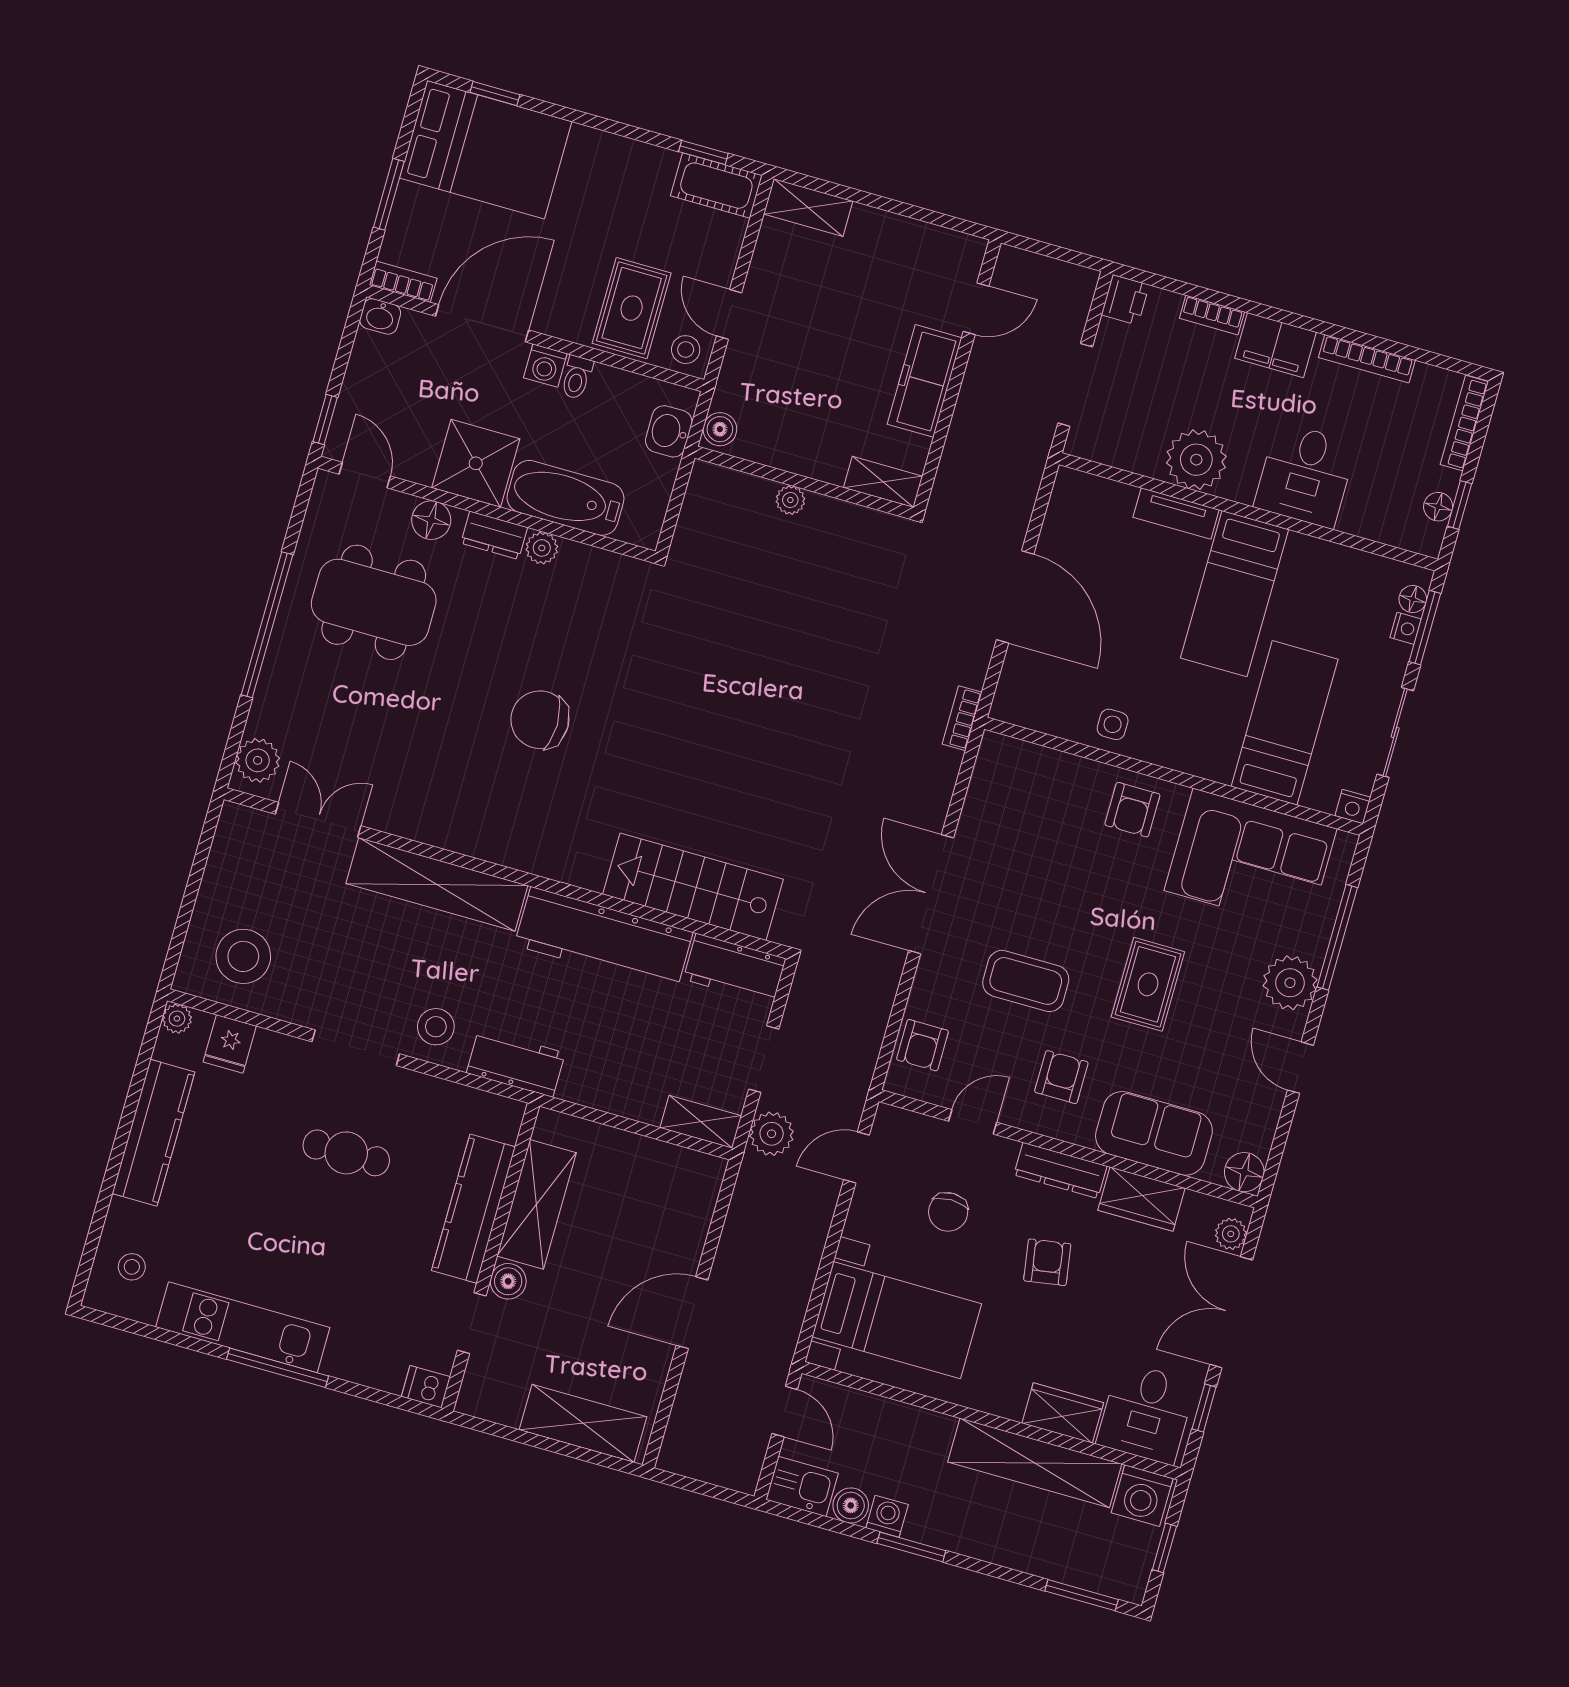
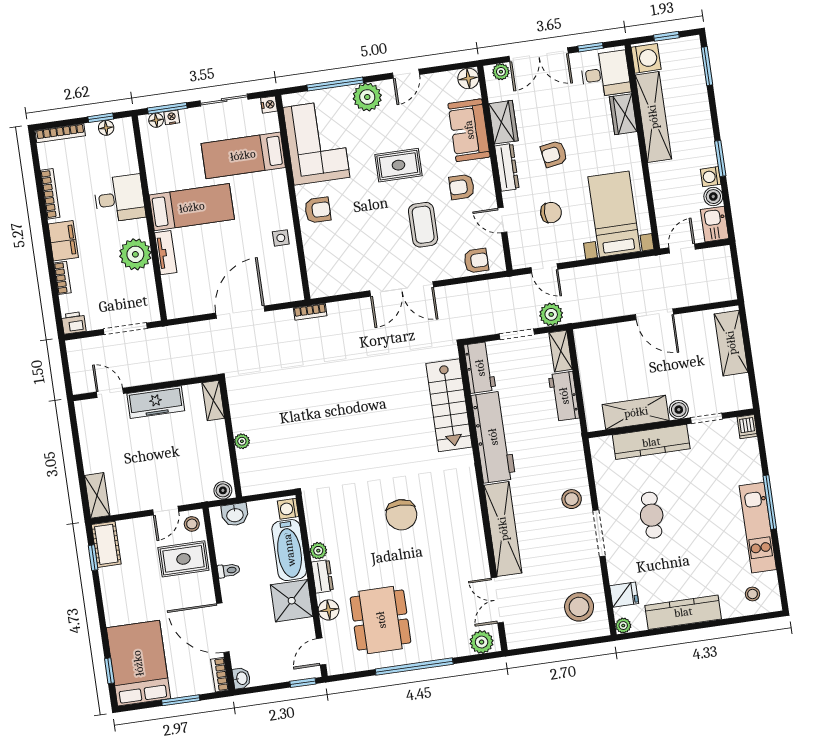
washing machine: (545, 366) -> (288, 509), moved, turned 180
workbench: (516, 1063) -> (564, 396), moved

